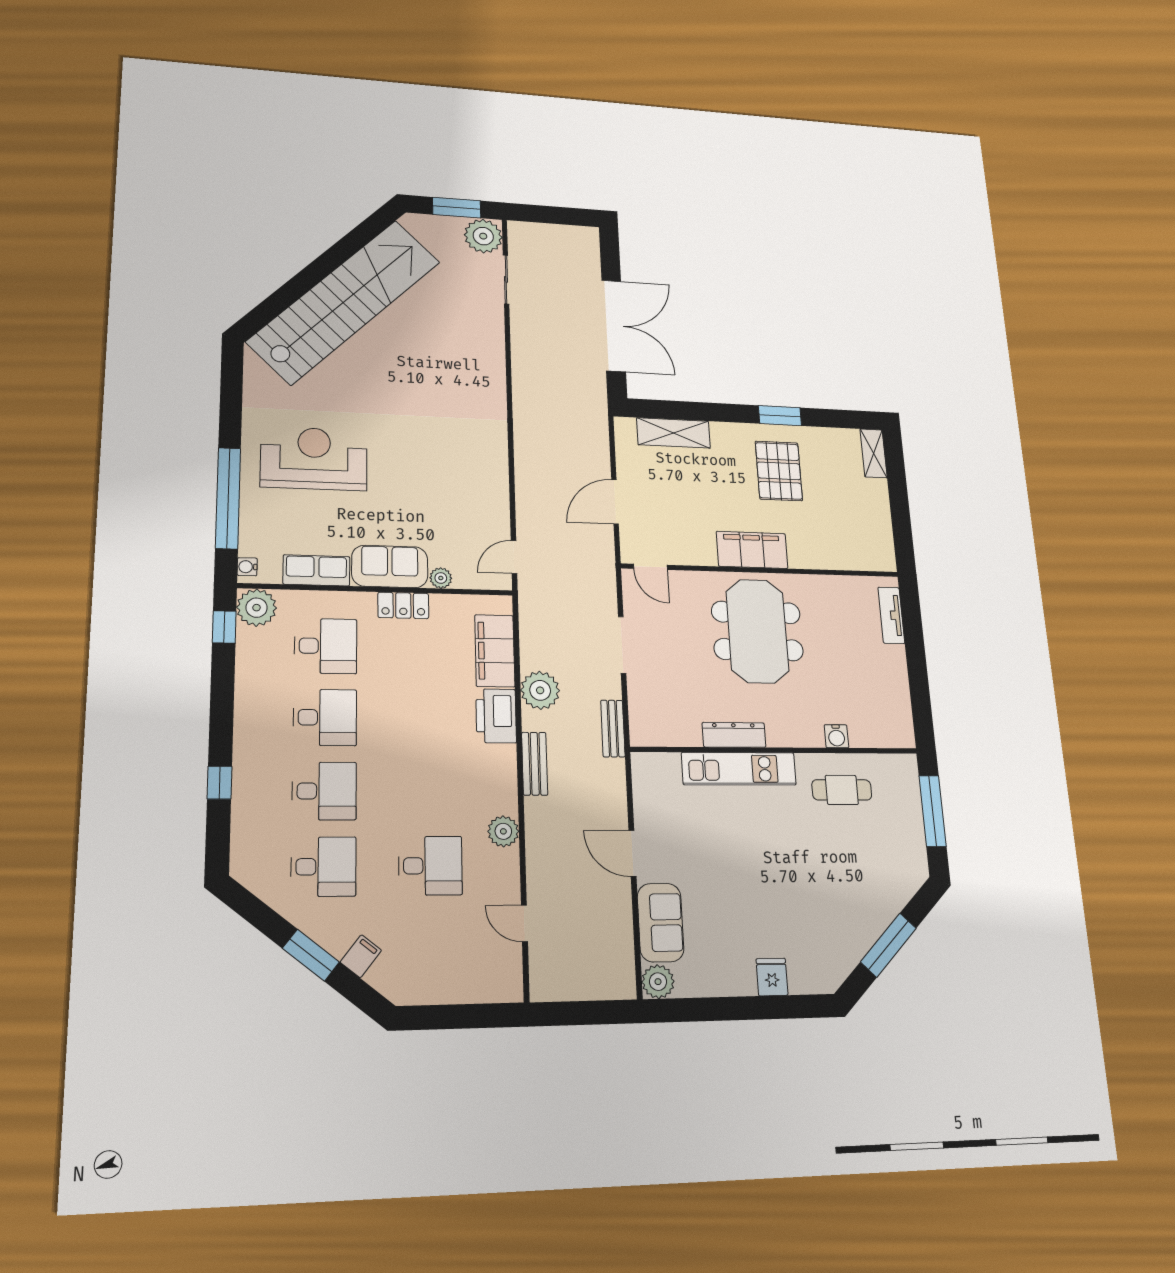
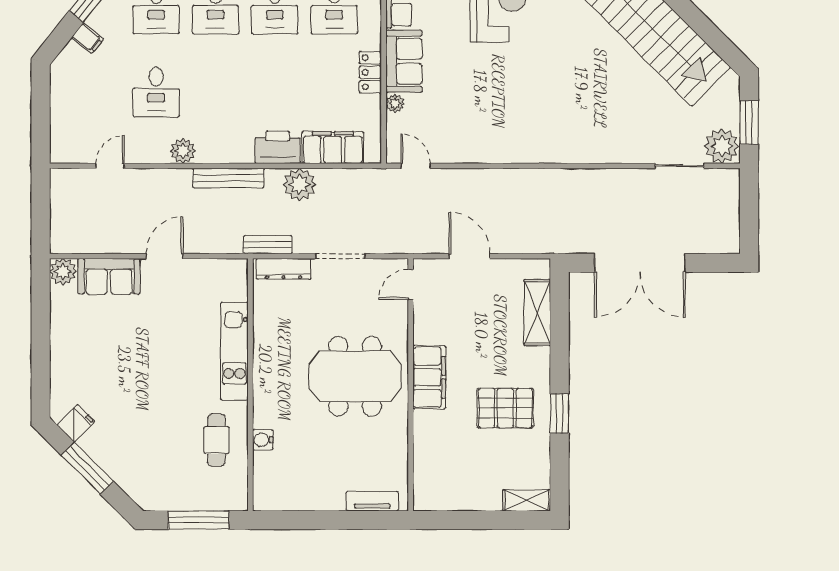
dresser: (734, 735) -> (283, 269), moved, turned 90
bench: (535, 764) -> (229, 178), width x1.36
fridge: (772, 977) -> (76, 423), moved, turned -45

